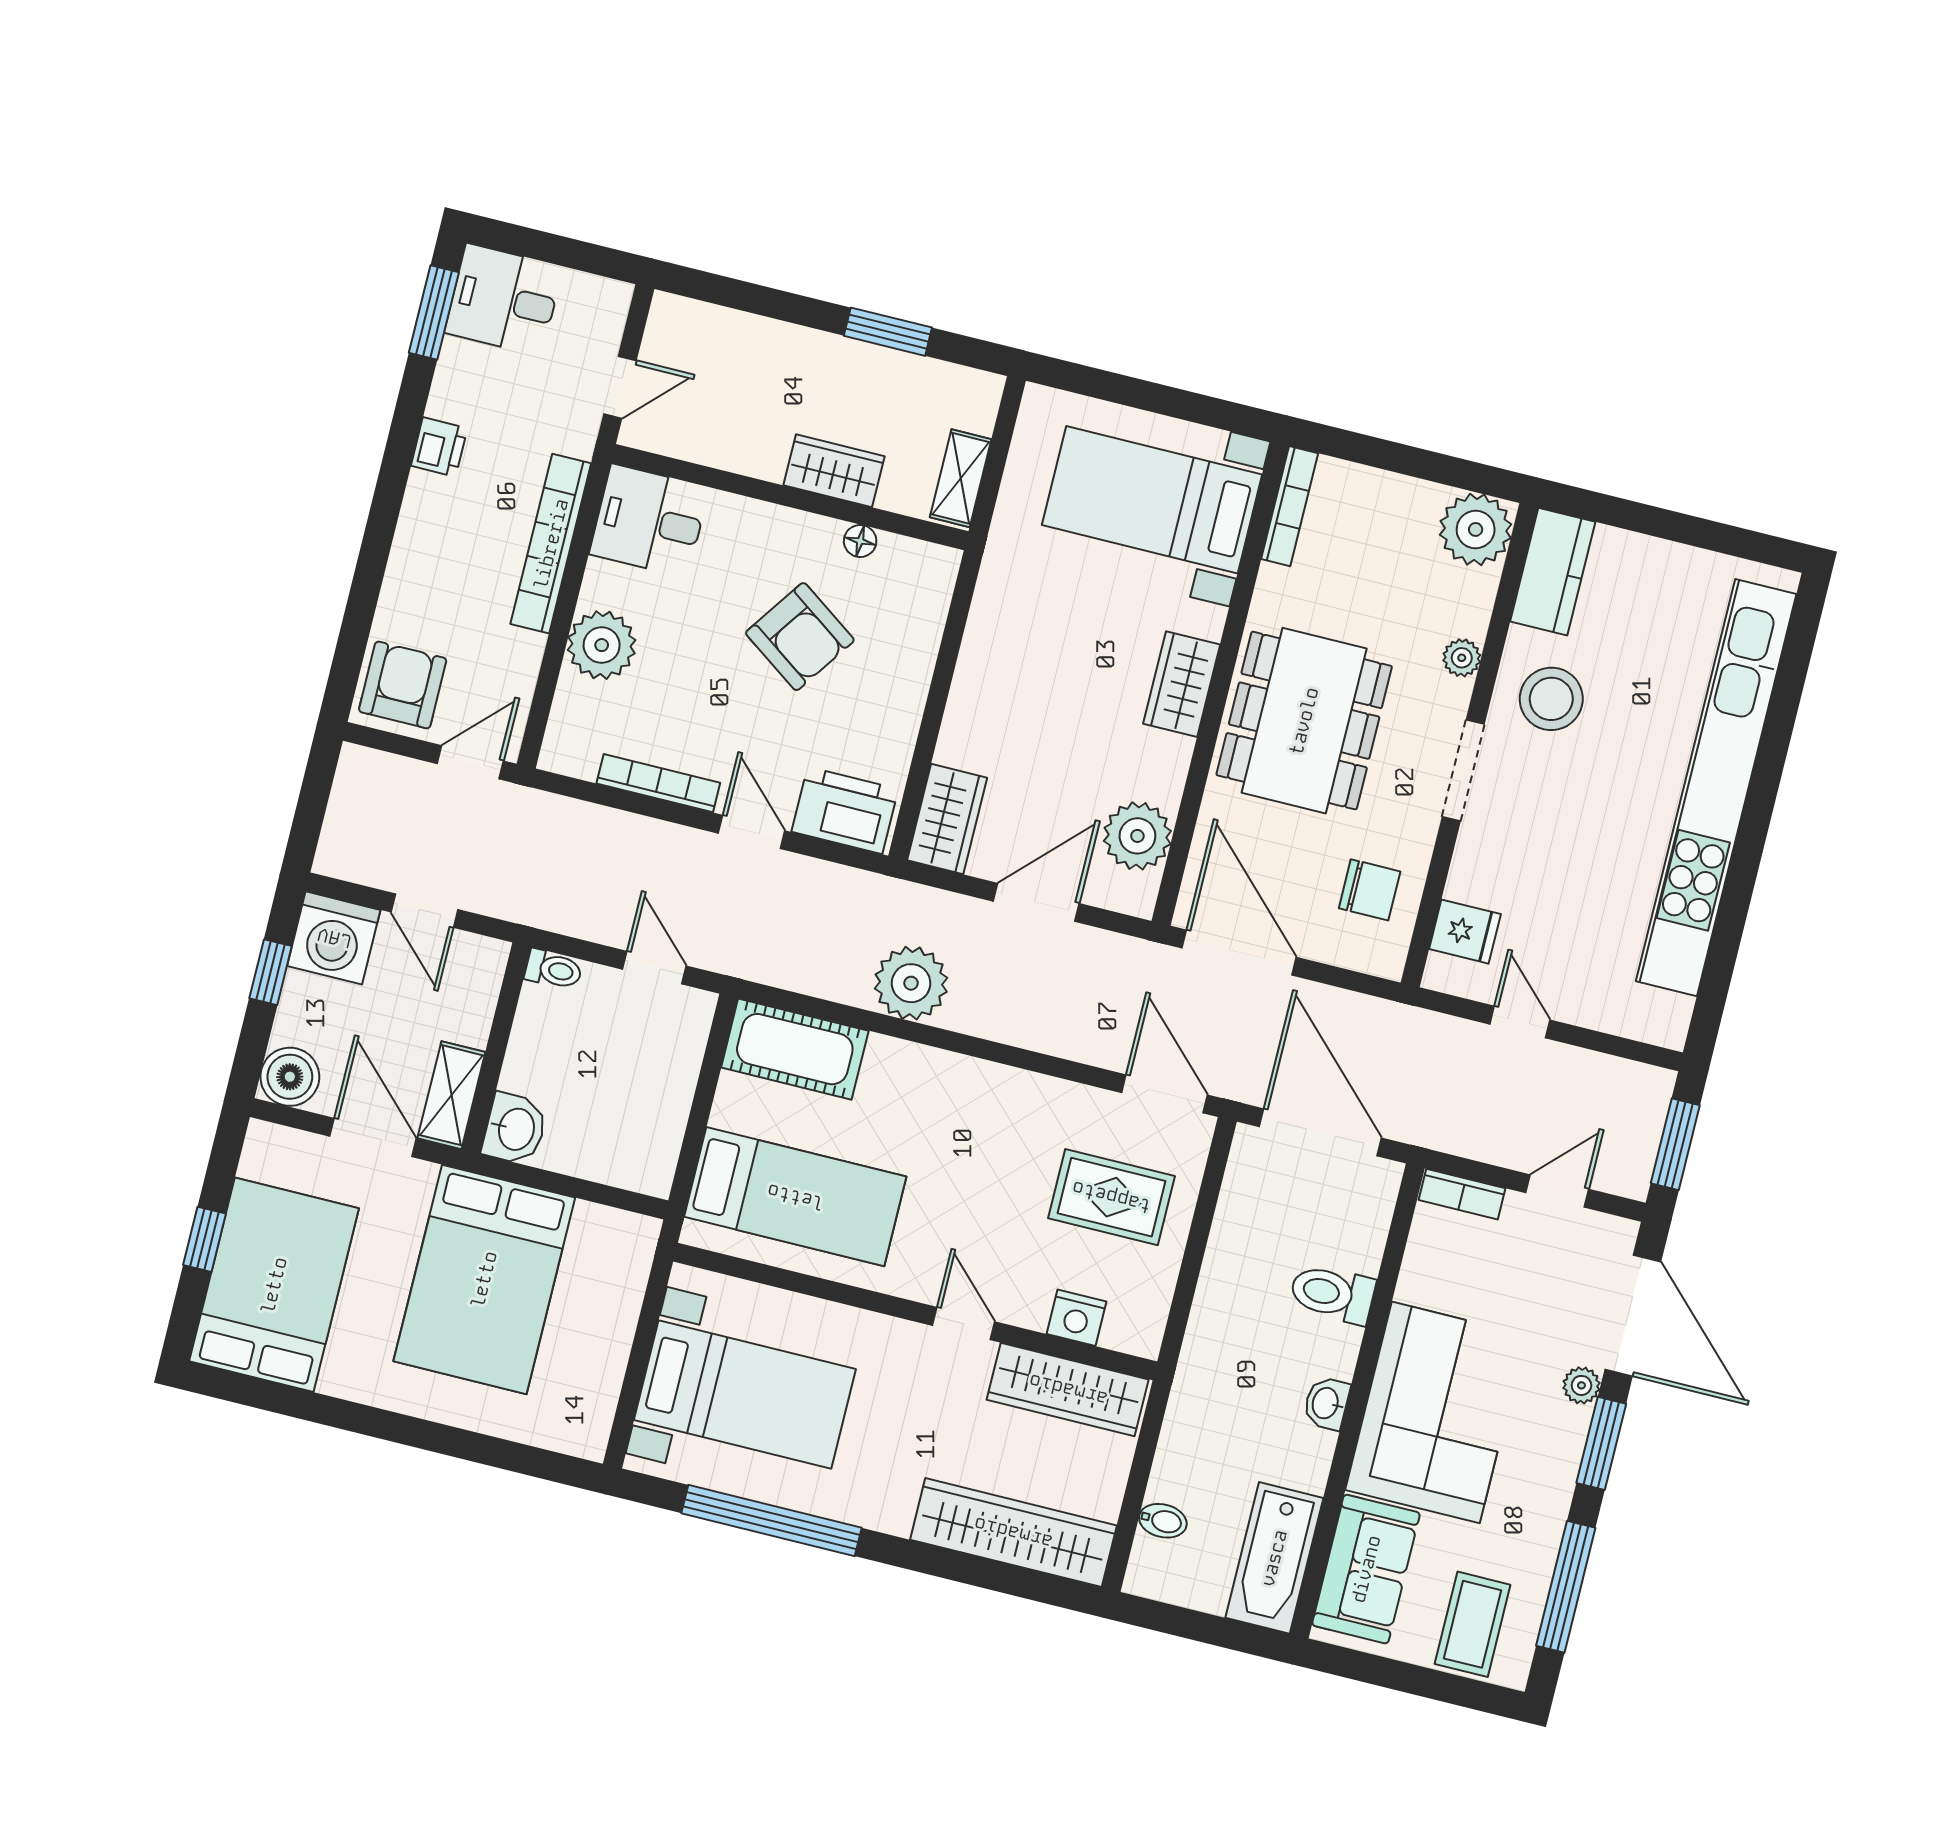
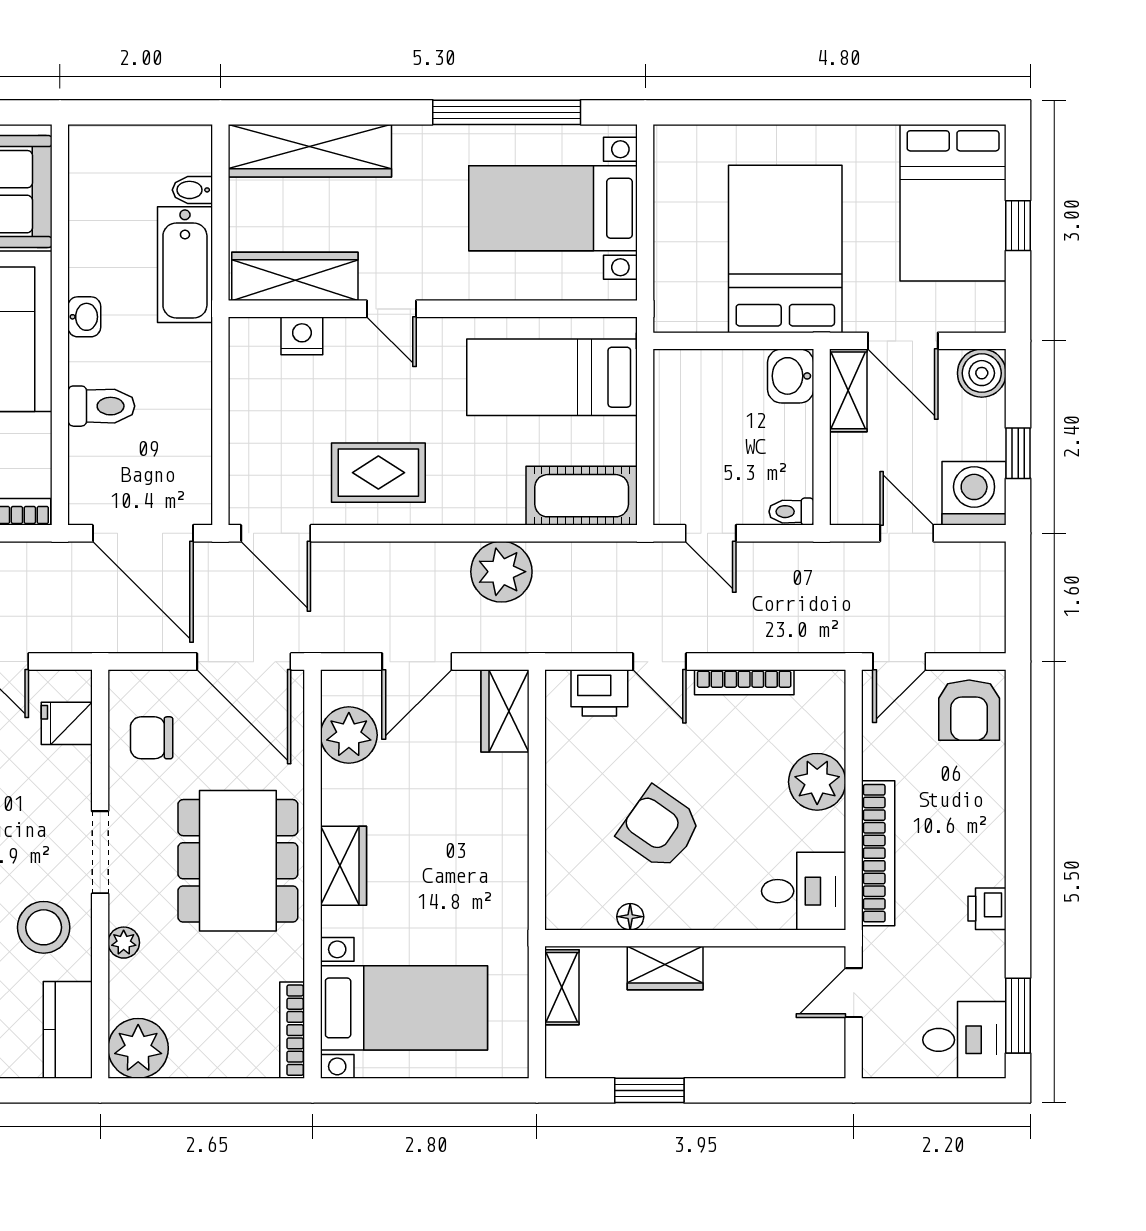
printer: (845, 810) -> (599, 693), width x0.73, depth x0.84
rug: (1111, 1197) -> (378, 473), moved
bathtub: (1274, 1558) -> (185, 265), moved, turned 180

